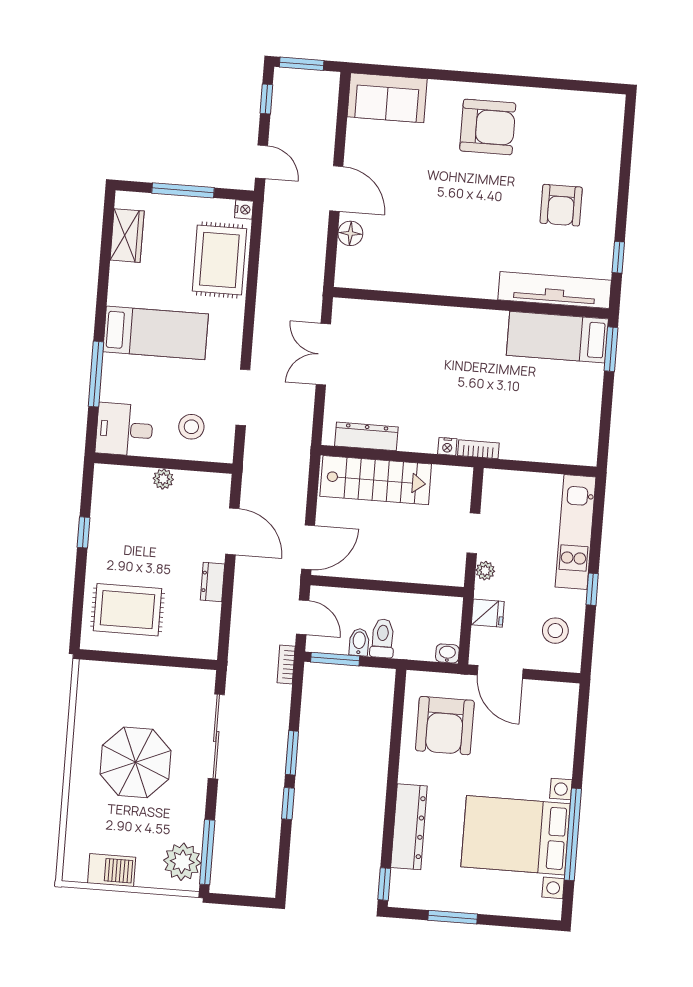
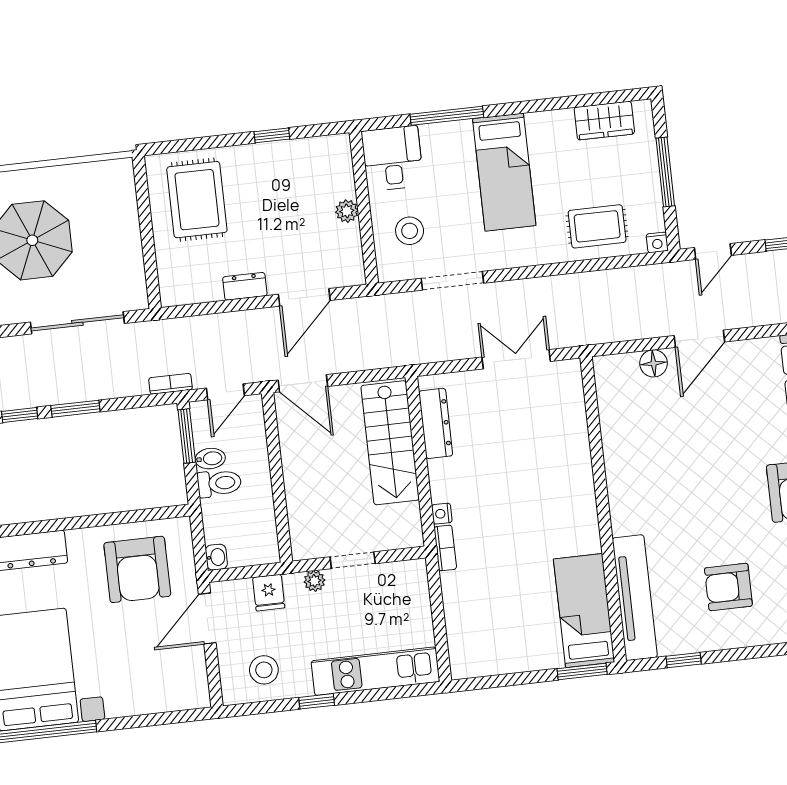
rug: (219, 260) -> (597, 226), width x0.73, depth x0.70
armchair: (445, 726) -> (137, 569), turned -90

